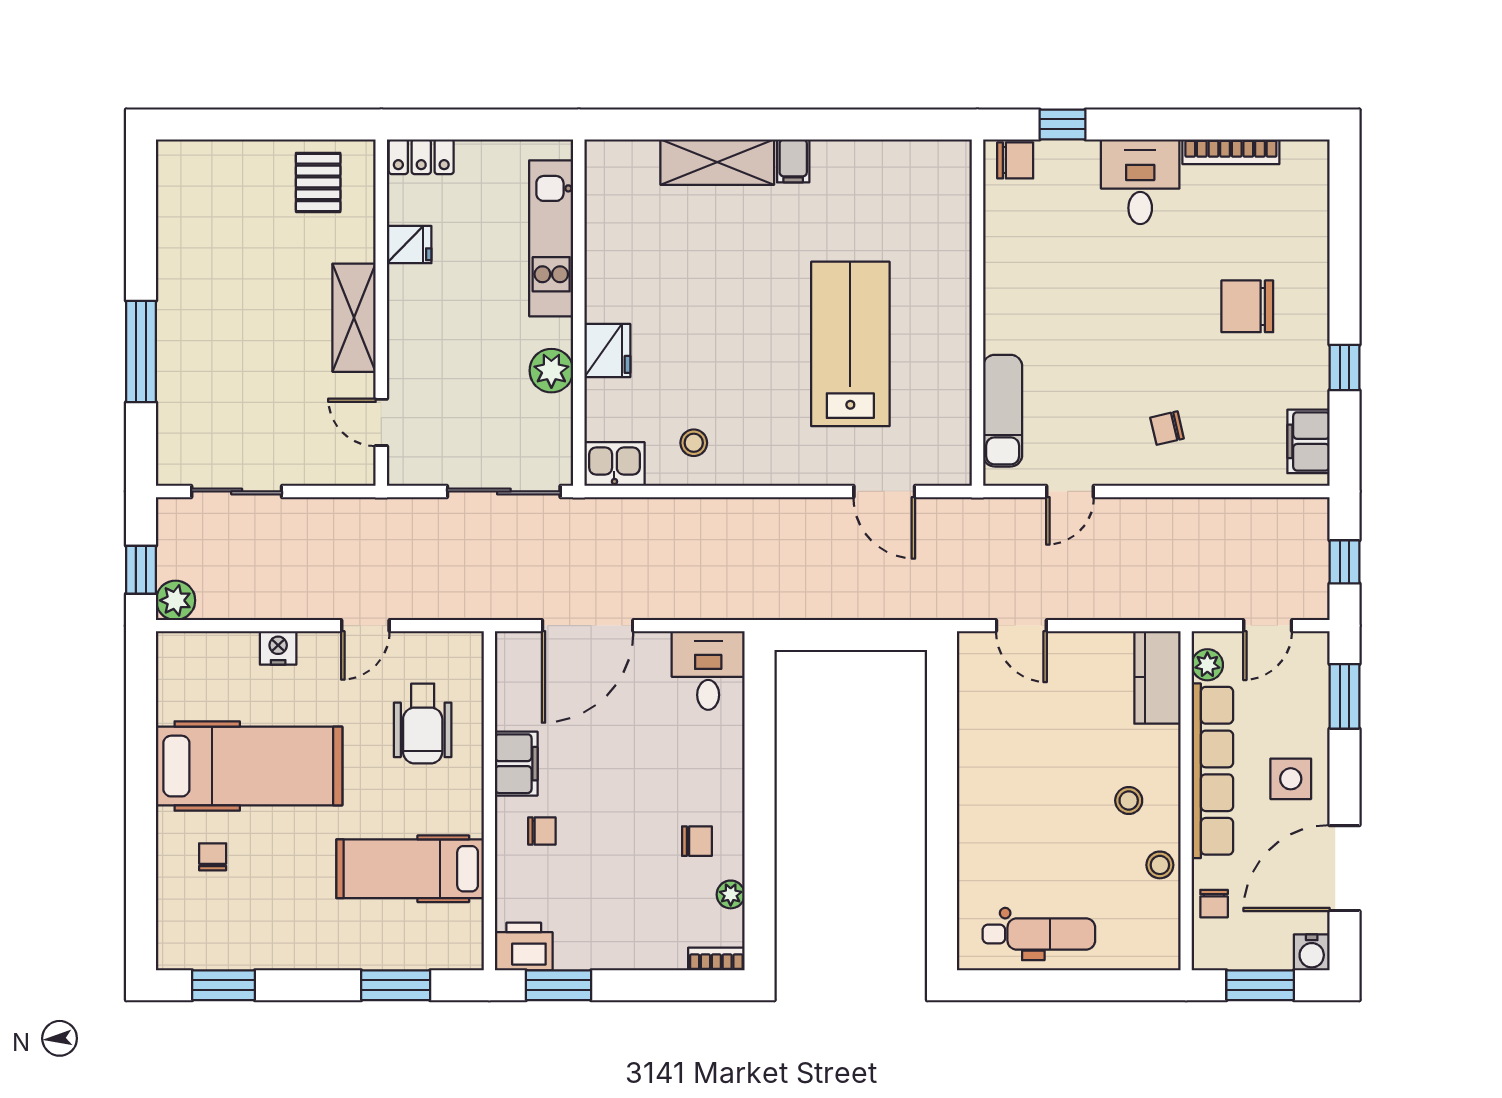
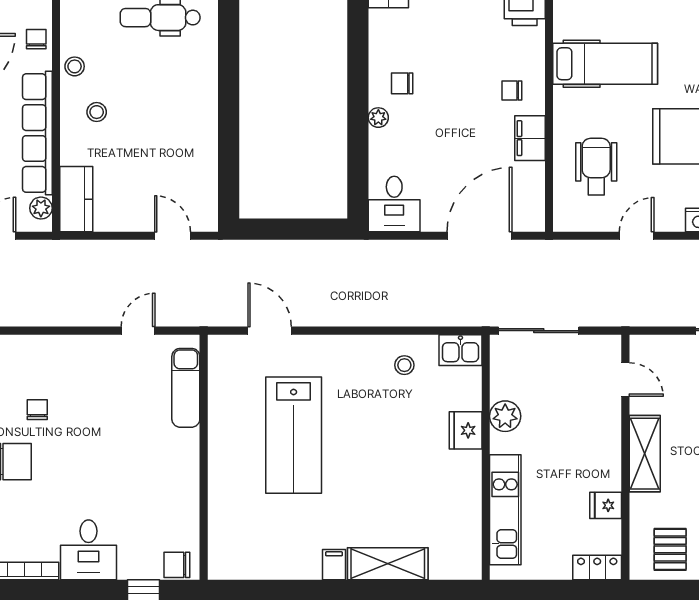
chair: (1167, 428) -> (37, 410), moved, turned -77
plant: (731, 894) -> (378, 118), moved

